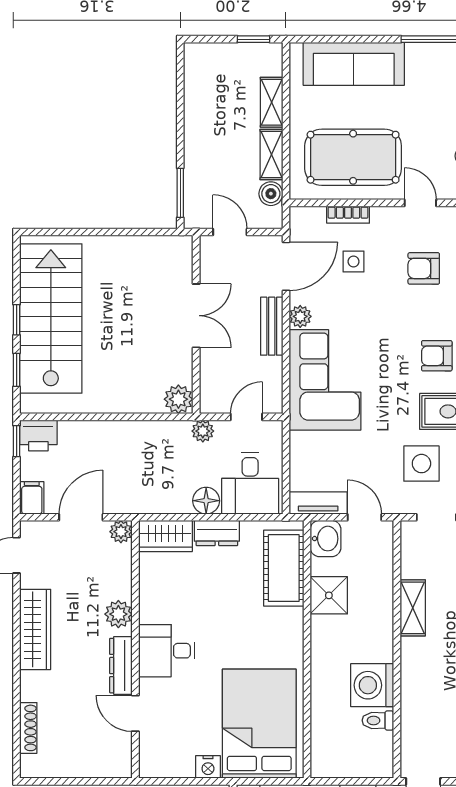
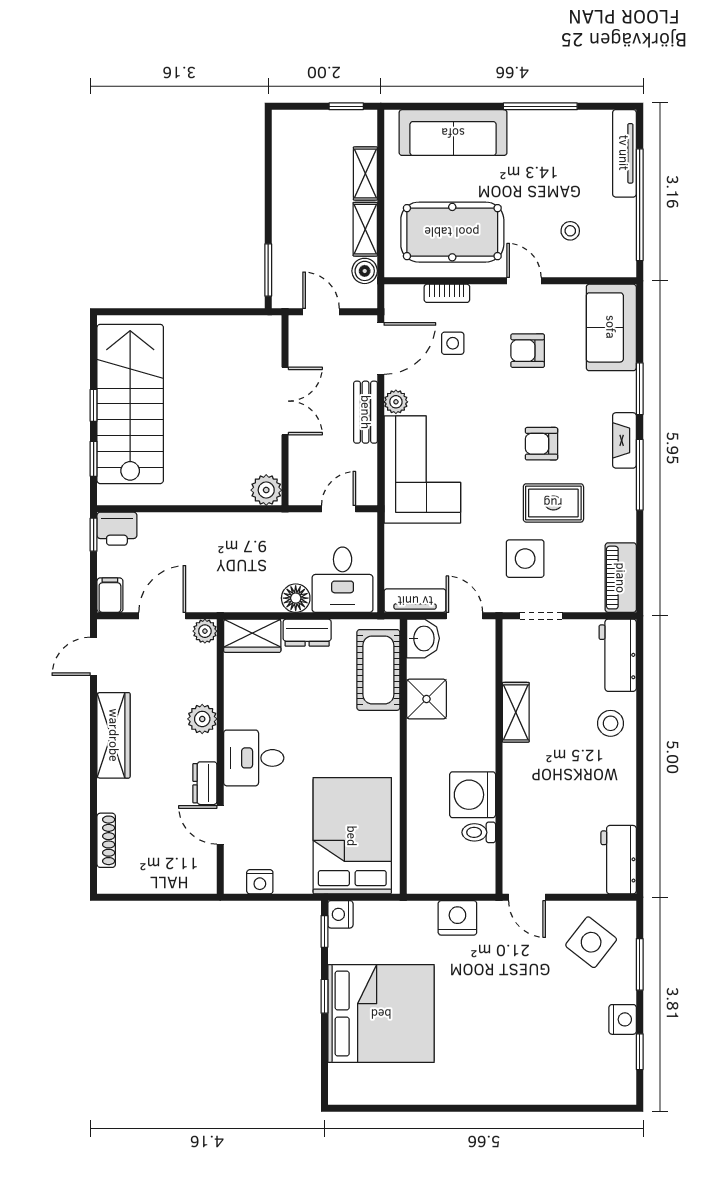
plant: (203, 431) -> (292, 524), removed
dresser: (121, 666) -> (205, 783), width x0.70
nightstand: (208, 767) -> (260, 882), moved

